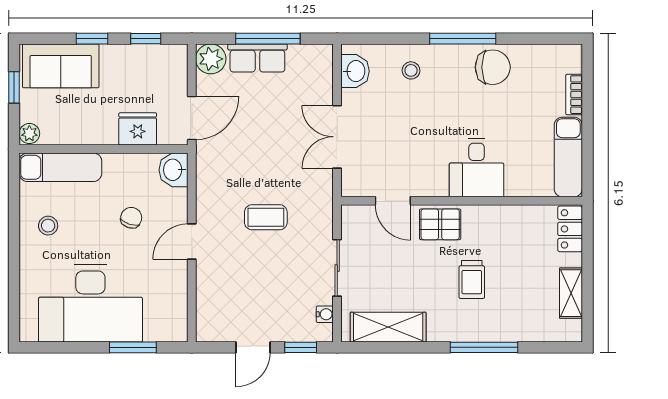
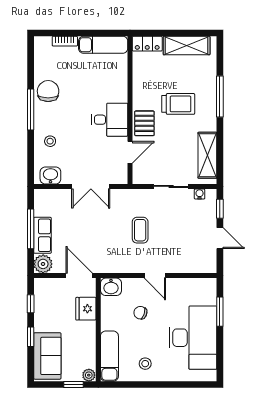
window: (14, 87) -> (74, 385), moved
desk: (477, 168) -> (110, 120), moved
trolley: (472, 279) -> (178, 104), width x1.36, depth x1.39
shelving: (571, 293) -> (187, 45), width x1.50, depth x1.33

